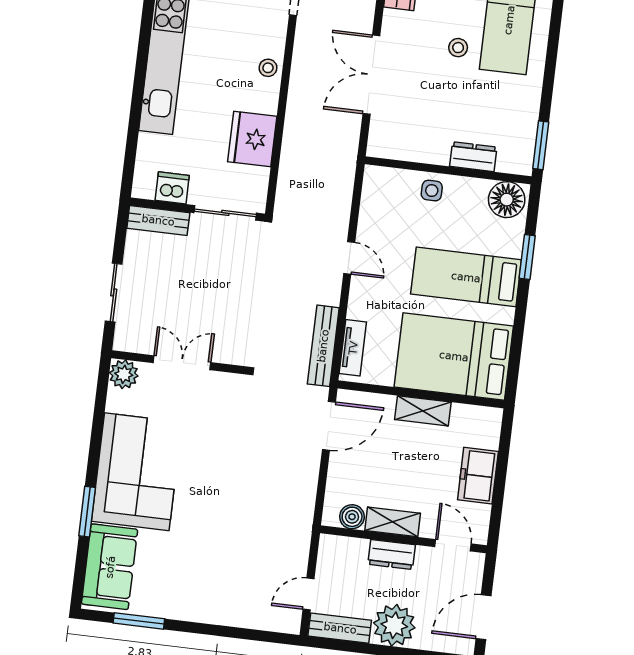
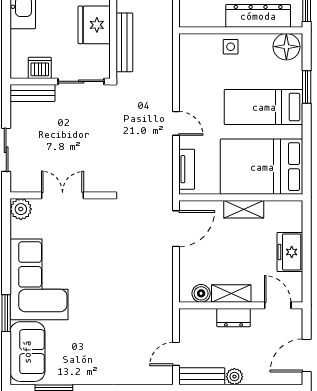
dresser: (473, 157) -> (258, 16), width x1.96, depth x1.24
door: (349, 258) -> (176, 123), moved
bench: (323, 346) -> (124, 42), moved
plant: (394, 625) -> (234, 377), width x0.53, depth x0.53

